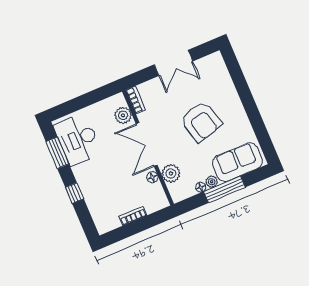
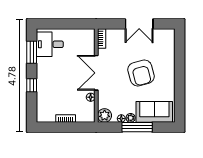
plant: (123, 115) -> (88, 46), removed
desk: (78, 139) -> (50, 44), width x0.73
plant: (171, 173) -> (105, 115), moved

